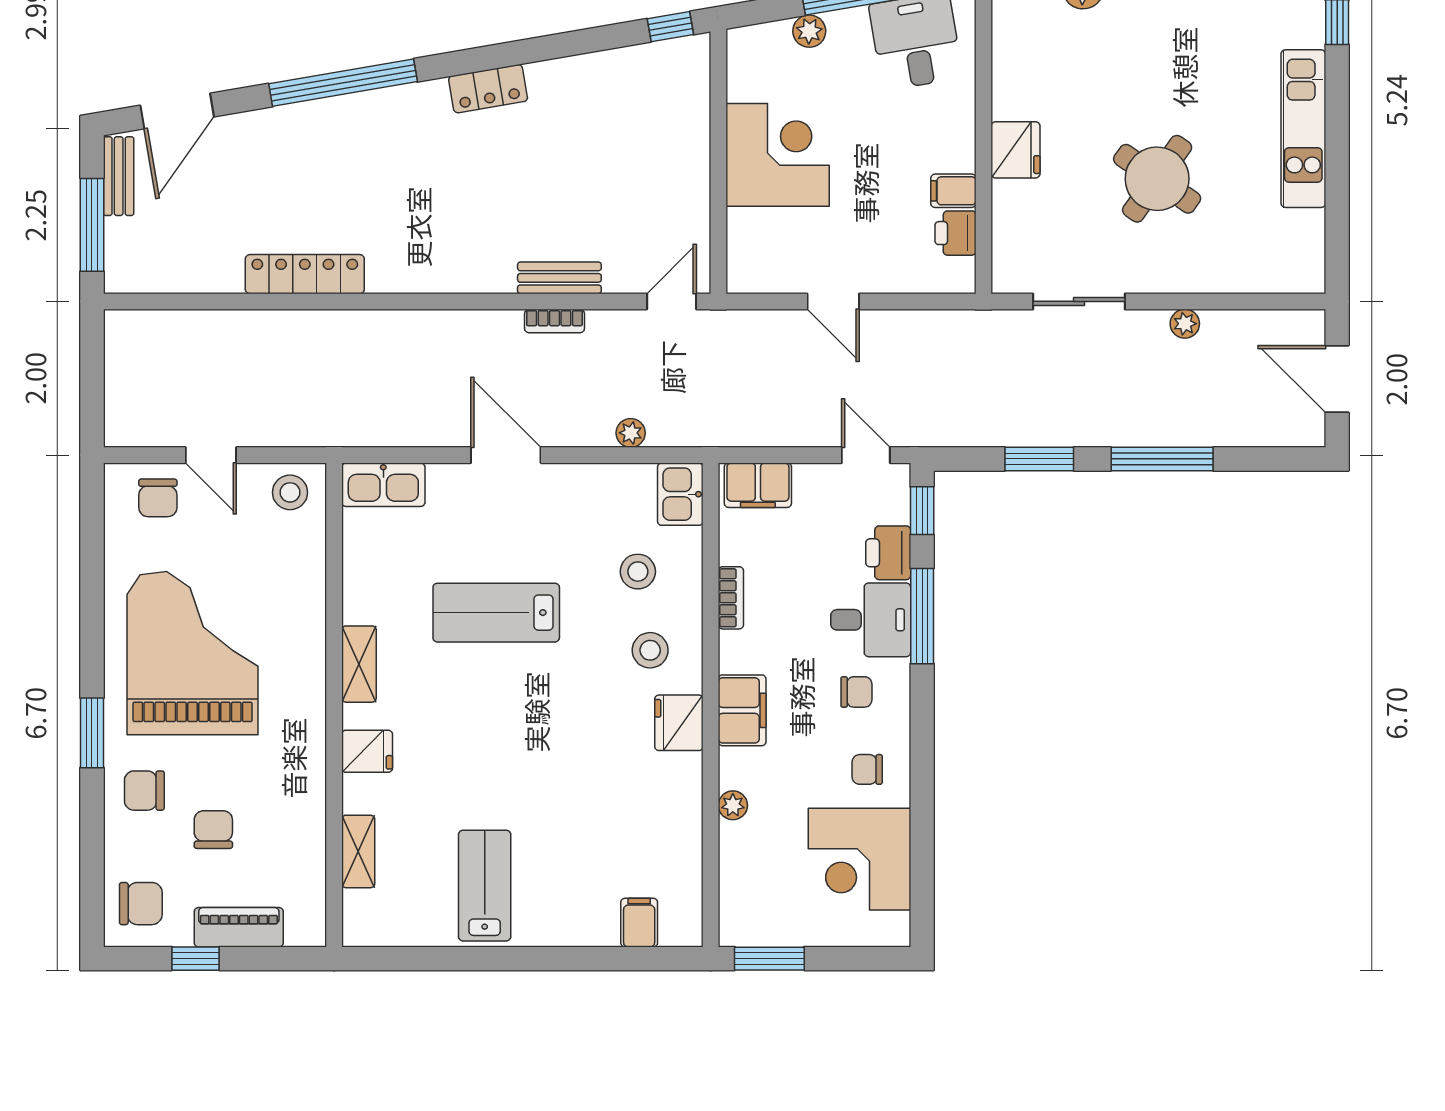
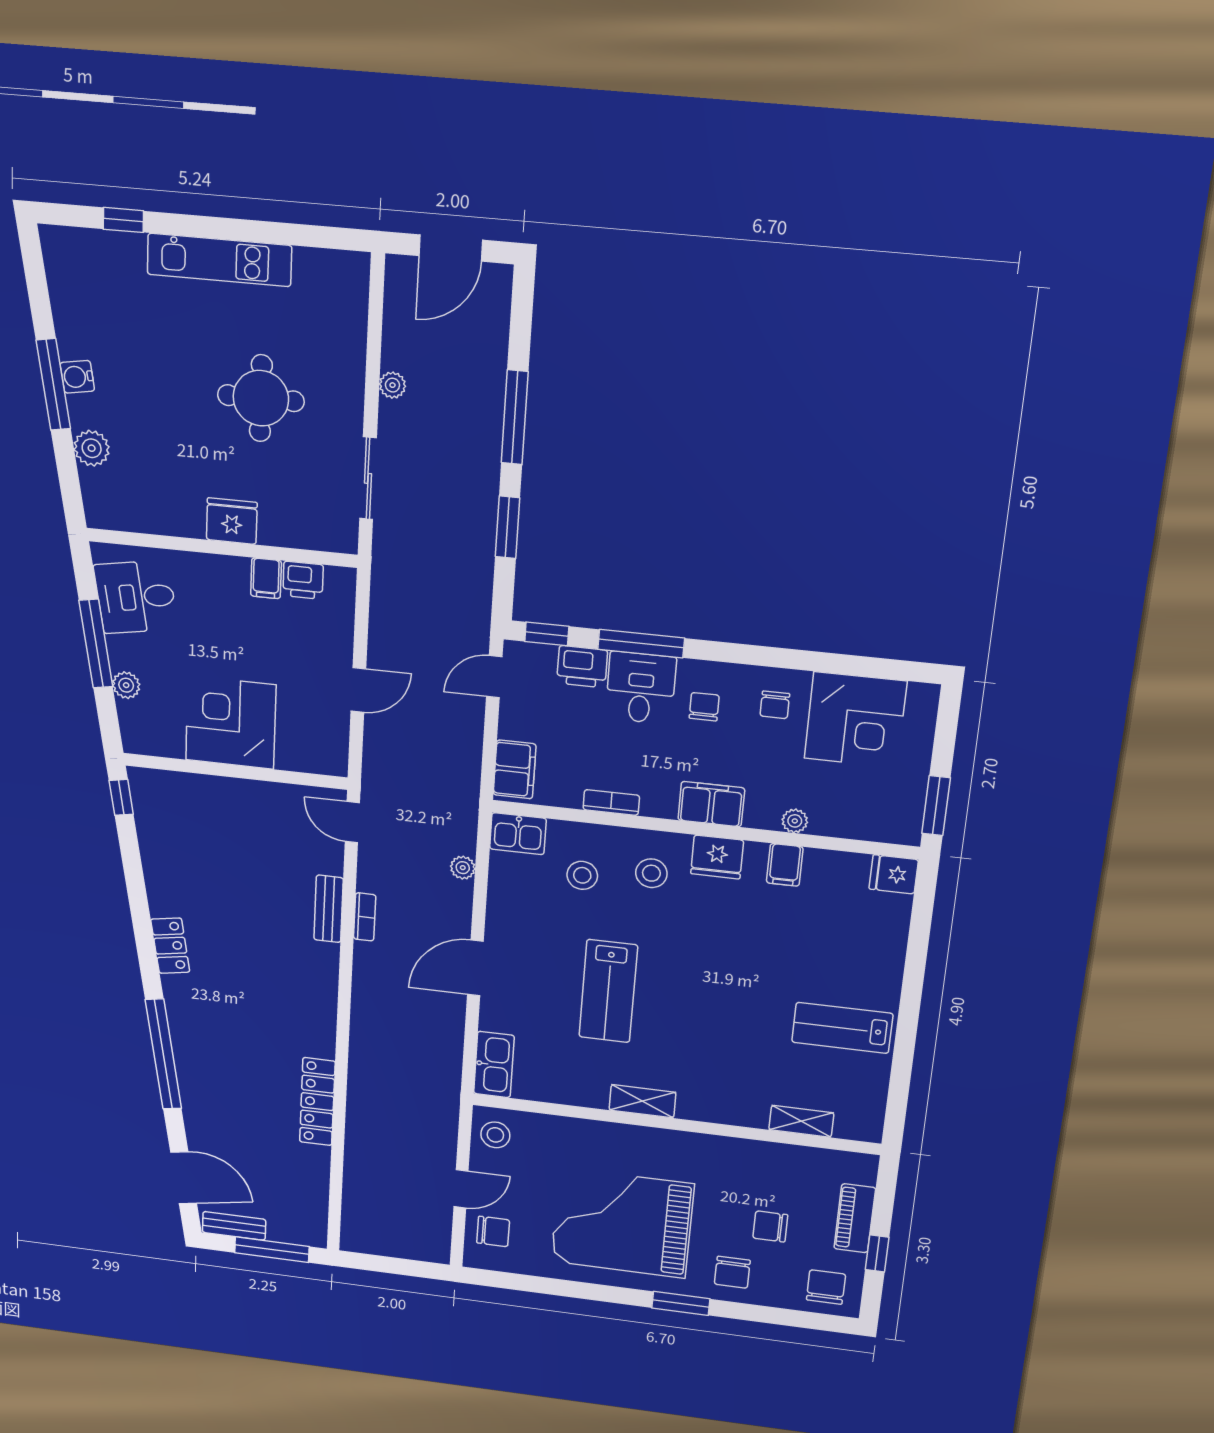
round table: (1157, 179) -> (261, 398), turned -35
fridge: (367, 751) -> (894, 874), moved, turned -90
filing cabinet: (639, 923) -> (785, 865), moved, turned -90

